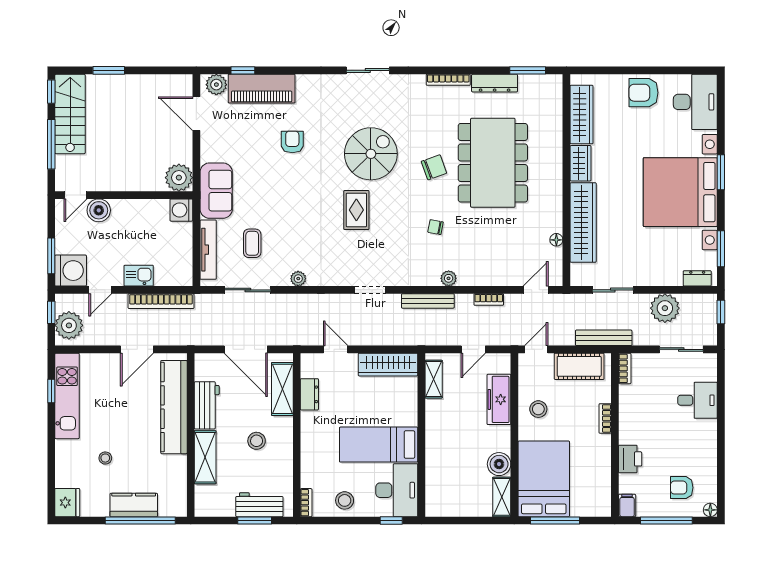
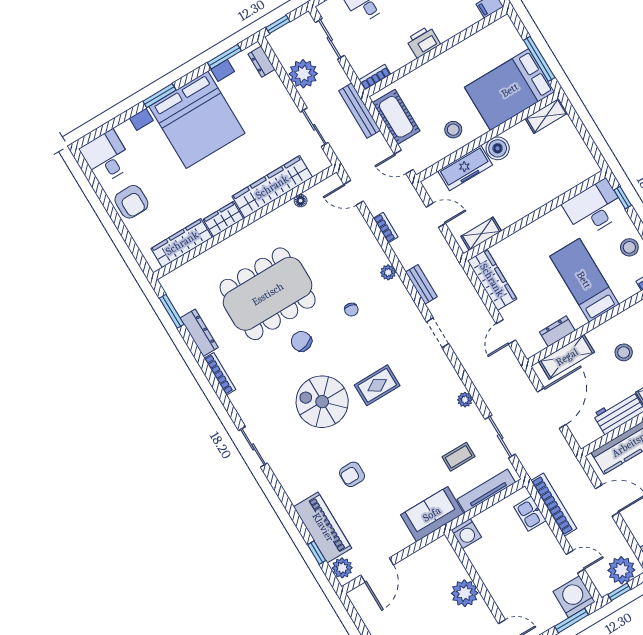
desk: (695, 102) -> (106, 157), width x0.73
plant: (179, 178) -> (465, 593), moved
boiler: (99, 210) -> (509, 604), removed
kitchen sink: (139, 276) -> (530, 514), moved
bench: (428, 301) -> (421, 284), width x0.73
bookcase: (605, 418) -> (427, 68), removed
bed: (379, 445) -> (584, 280), moved, turned 180
printer: (630, 459) -> (423, 42), moved
boiler: (499, 464) -> (498, 148), moved

